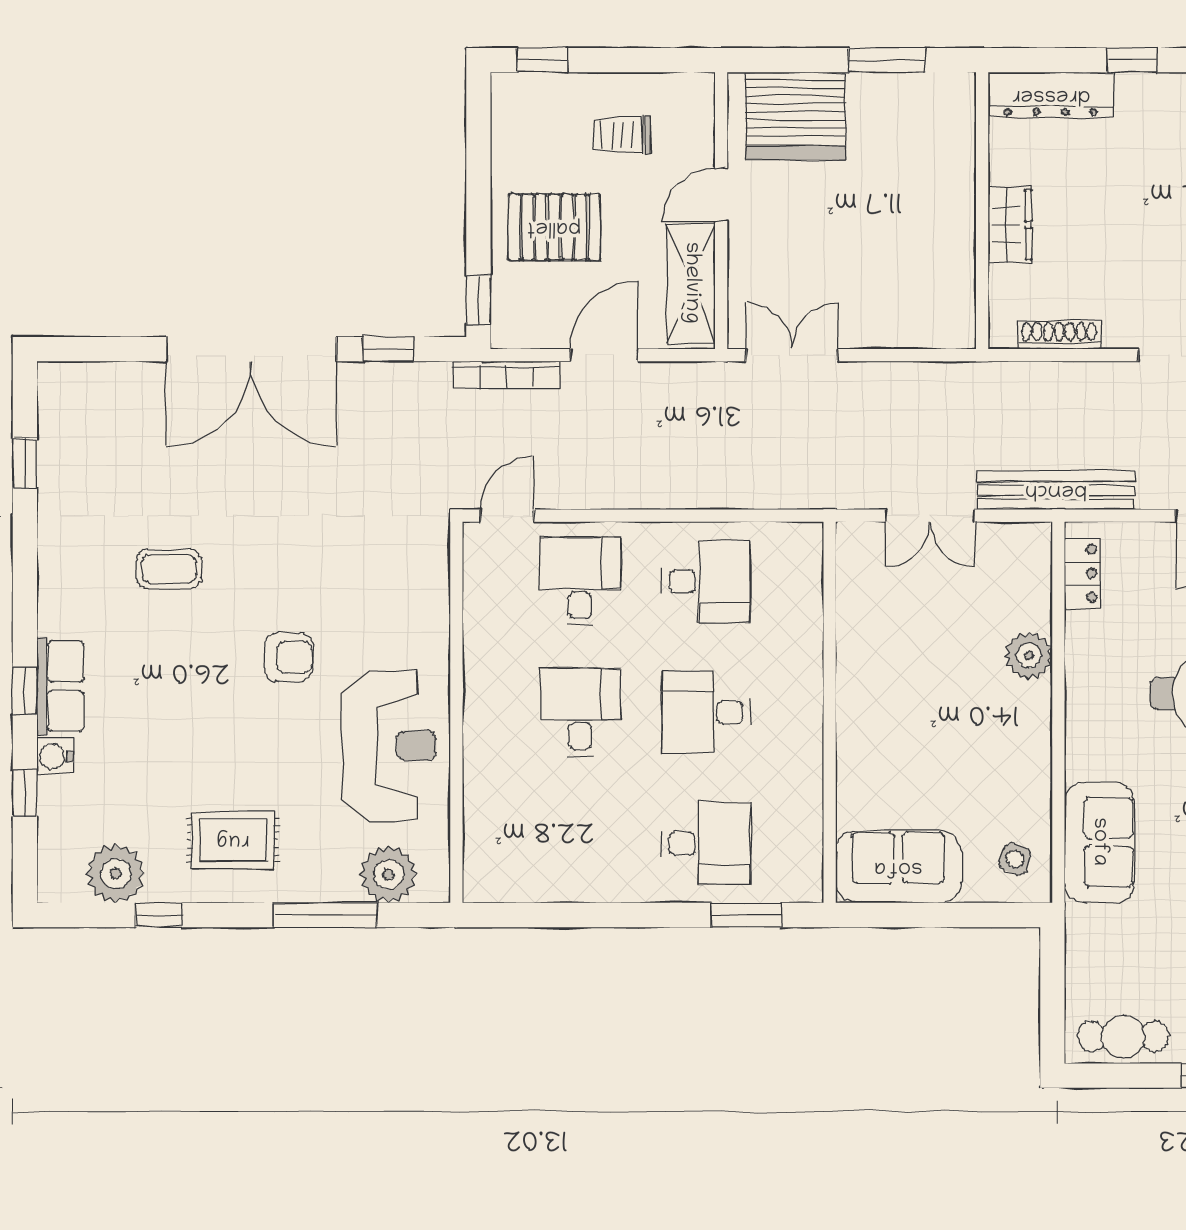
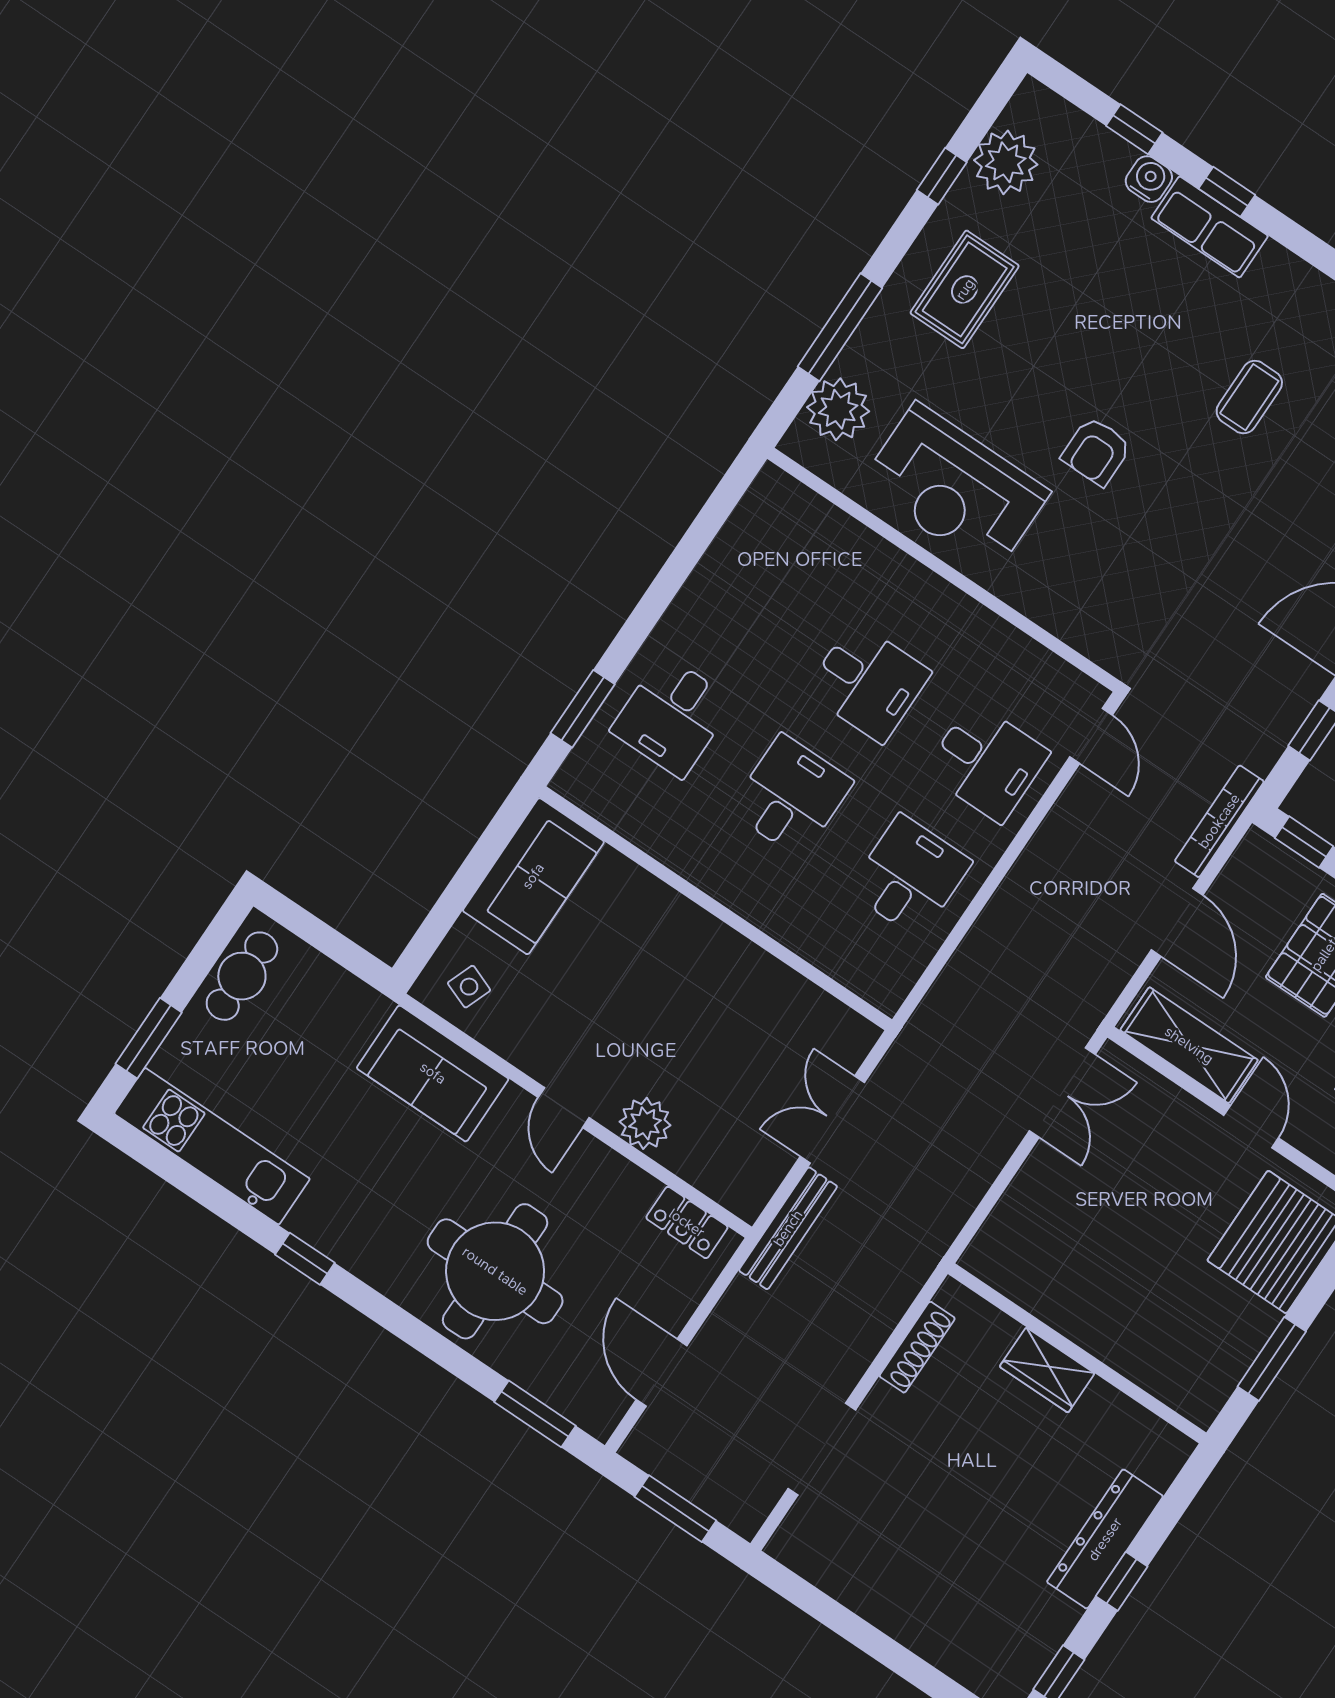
dresser: (1051, 95) -> (1105, 1539), moved
bench: (1056, 490) -> (788, 1228), width x0.73, depth x0.82
desk: (706, 581) -> (910, 876), turned 180
door: (1058, 725) -> (564, 1108), added

